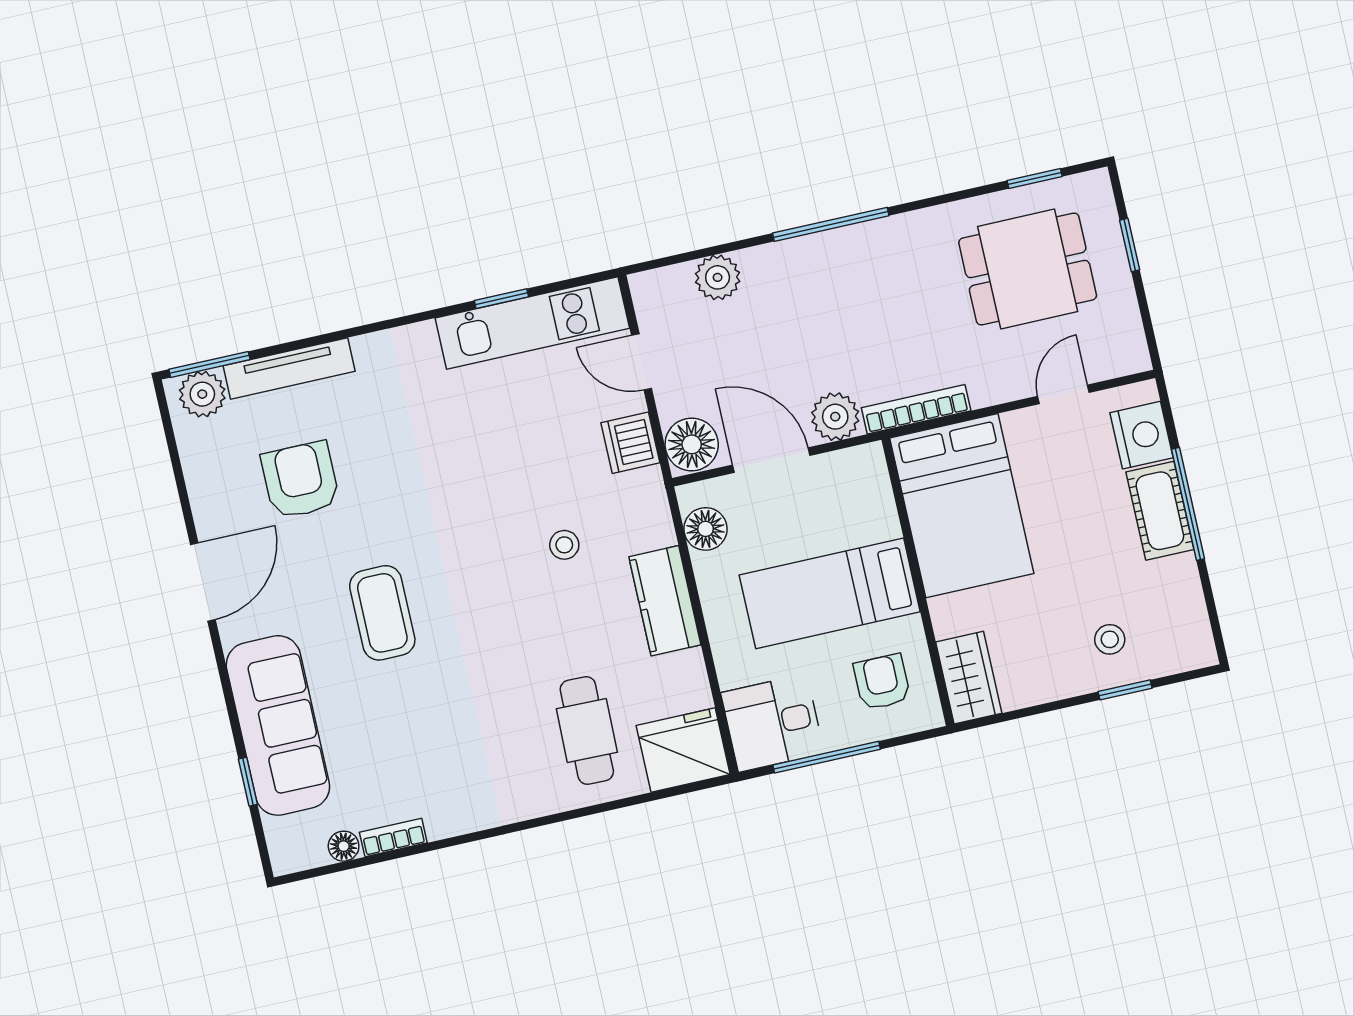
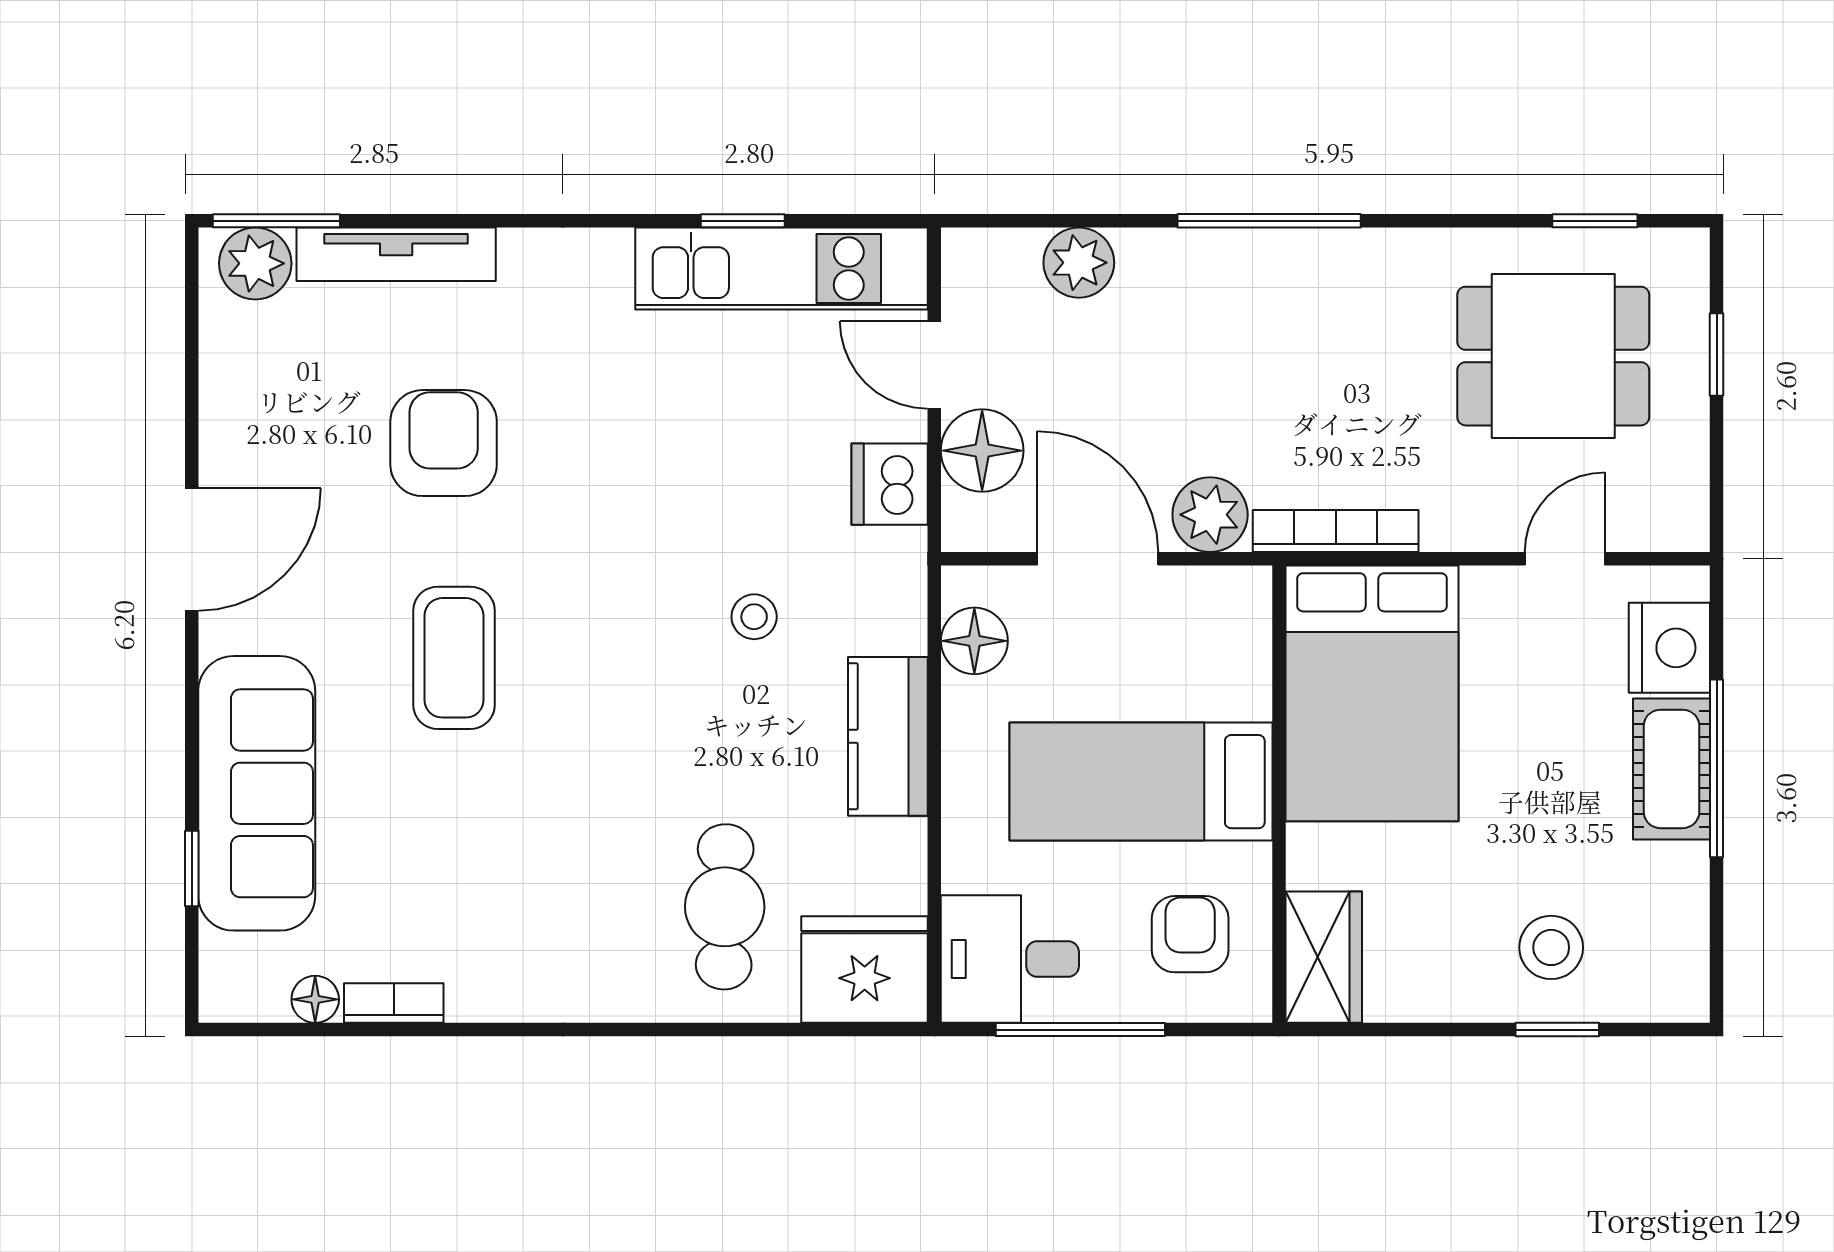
floor lamp: (692, 444) -> (982, 451), moved
armchair: (300, 480) -> (444, 443), moved
stool: (1110, 639) -> (1551, 947), width x1.37, depth x1.37

